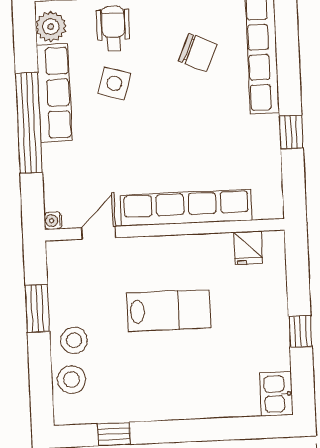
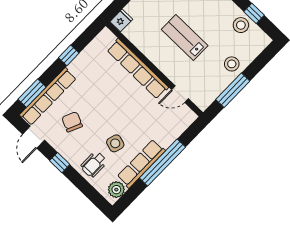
window: (287, 35) -> (32, 93), added
water cooler: (53, 221) -> (192, 117), removed
fridge: (248, 248) -> (121, 20), moved
window: (37, 308) -> (233, 90), width x1.44
stool: (72, 380) -> (241, 25), moved

